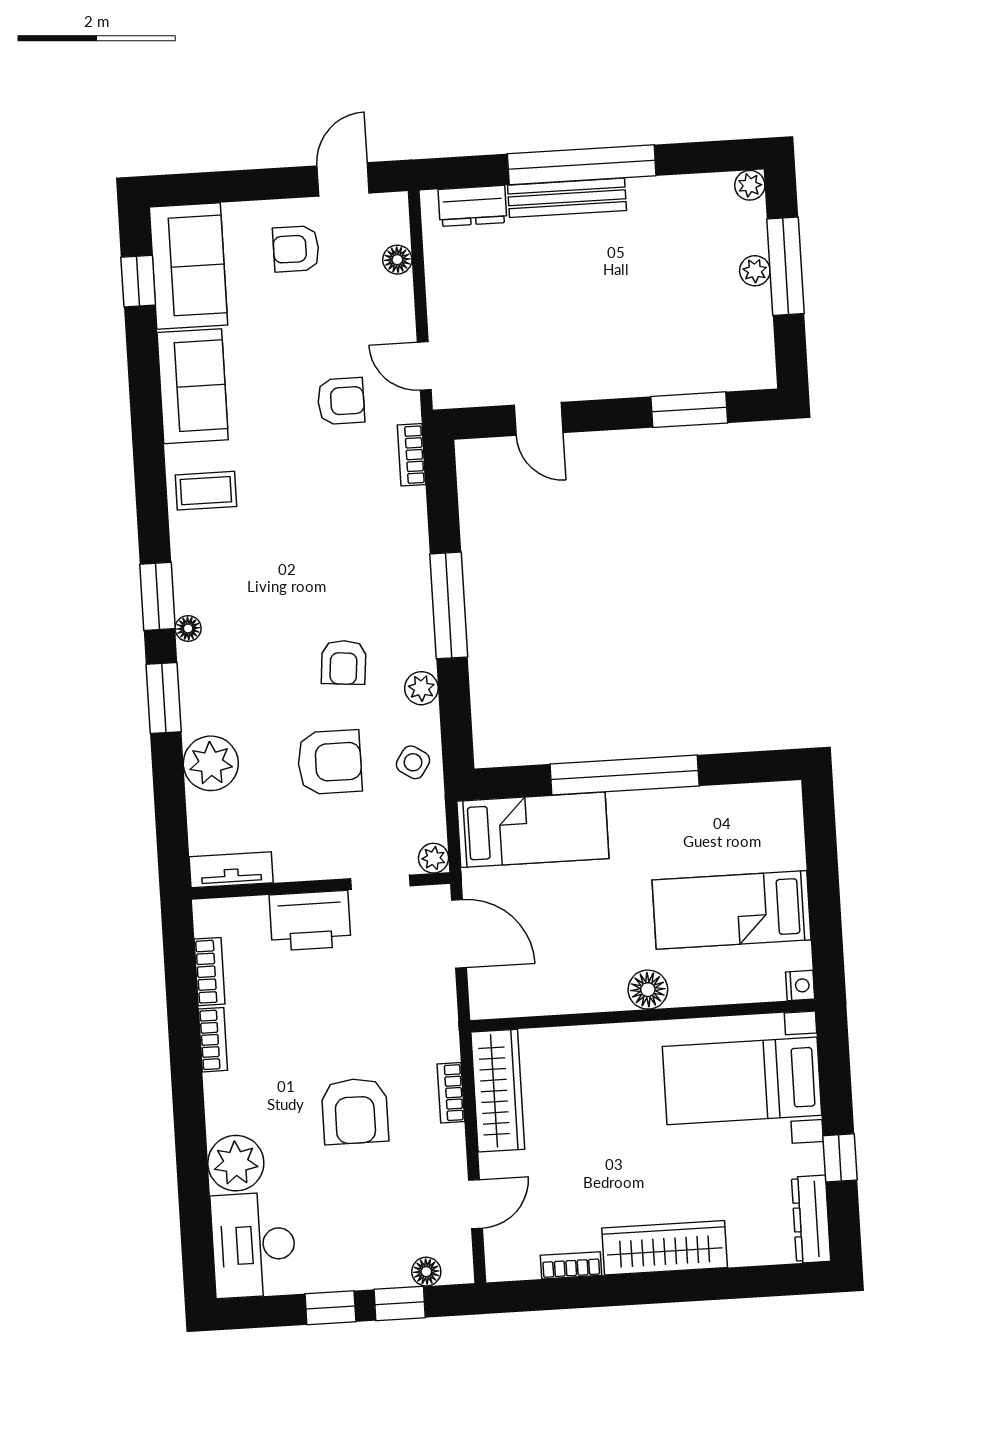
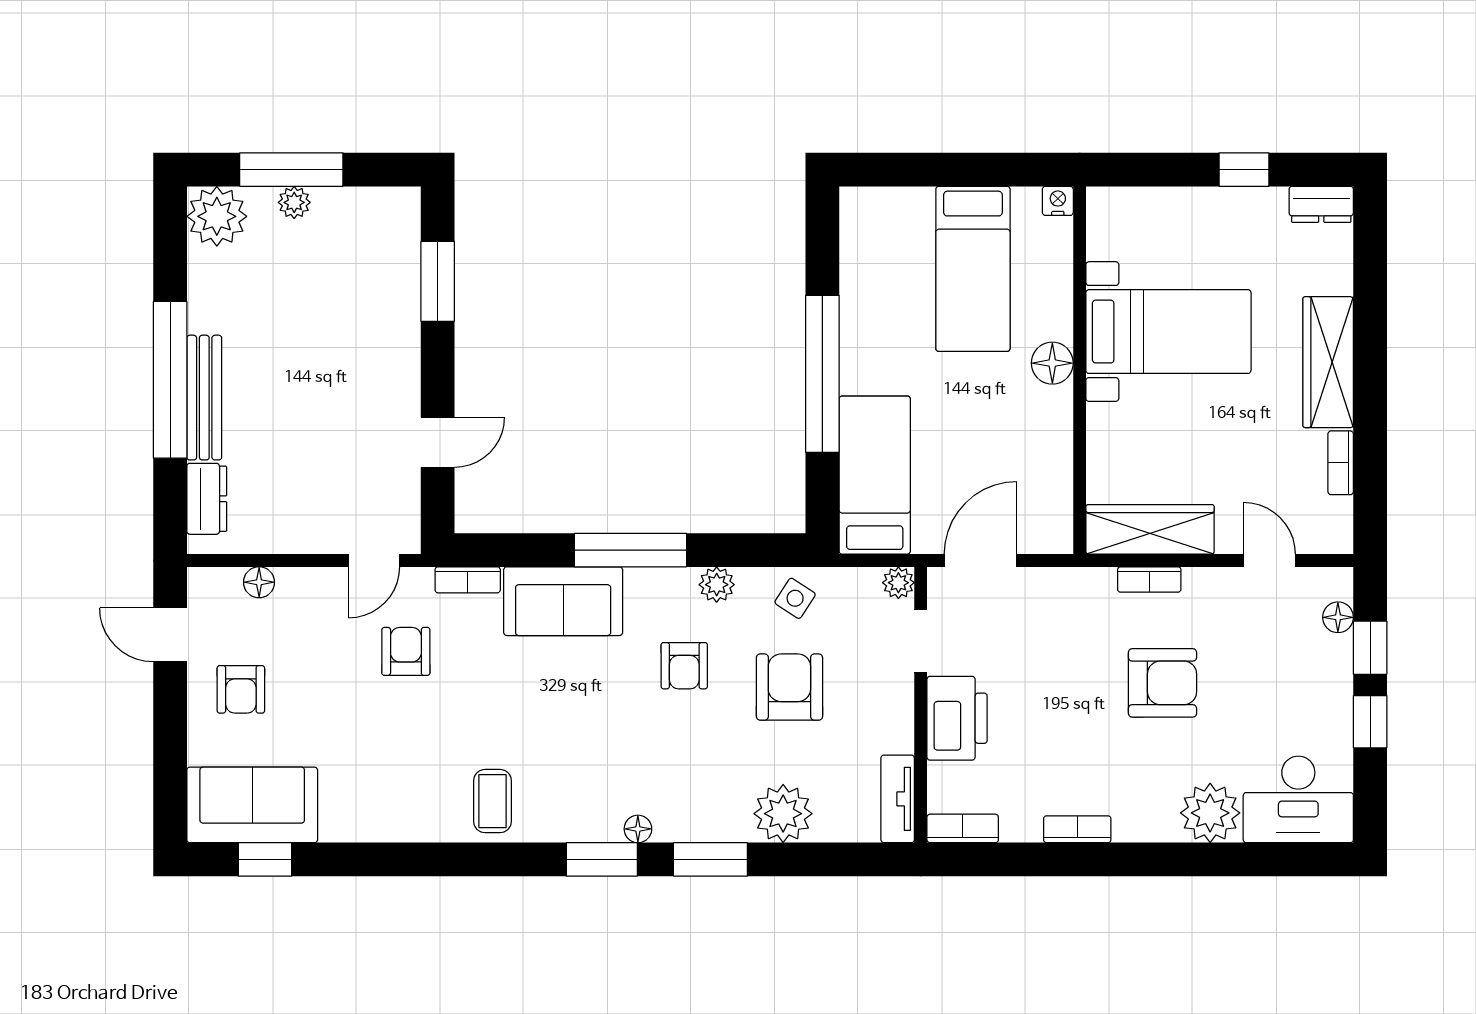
plant: (750, 185) -> (217, 216), width x1.88, depth x1.88
sofa: (193, 386) -> (563, 601), moved, turned 180
armchair: (344, 662) -> (684, 666), turned 85
bookcase: (210, 972) -> (963, 828), moved
bed with nightstands: (742, 1081) -> (1168, 332), moved, turned -90
dresser: (811, 1219) -> (1321, 204), width x0.70

